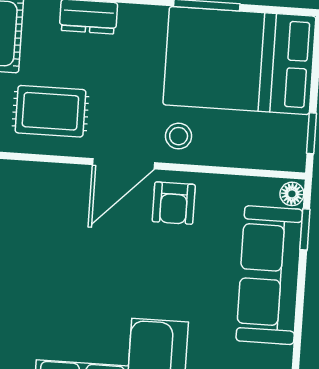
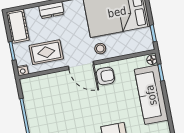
door: (124, 164) -> (81, 65), hinge flipped
armchair: (174, 203) -> (105, 76), turned -90

